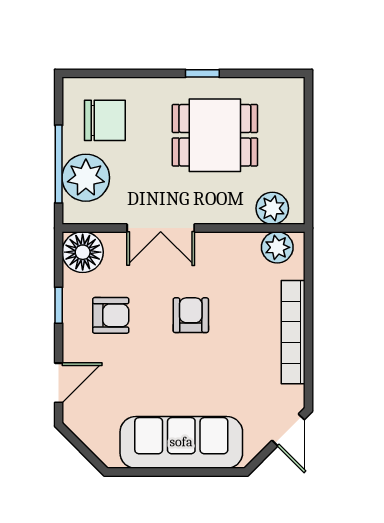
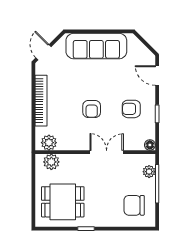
dining table: (215, 135) -> (63, 202), moved
plant: (86, 178) -> (149, 172), width x0.53, depth x0.53
floor lamp: (83, 252) -> (150, 145), width x0.53, depth x0.53
door: (59, 383) -> (157, 76), hinge flipped

